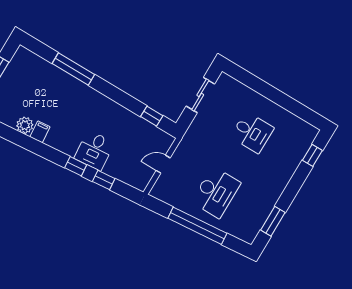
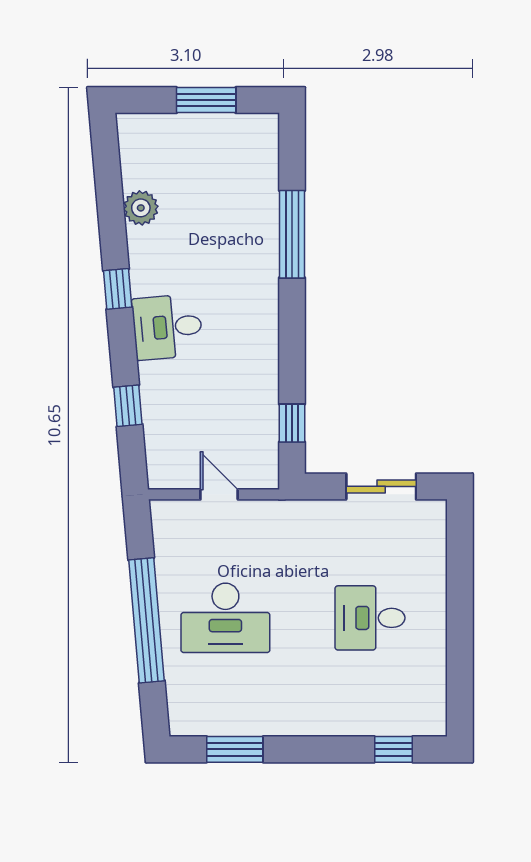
filing cabinet: (40, 132) -> (145, 242), removed
desk: (252, 132) -> (370, 618), turned 90
desk: (94, 150) -> (167, 327), moved
window: (76, 166) -> (118, 289), moved

